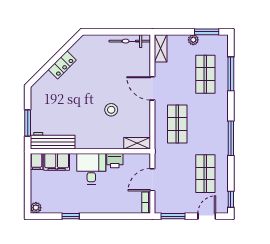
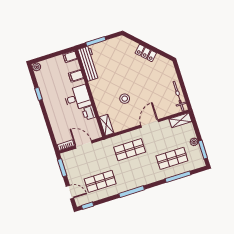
filing cabinet: (57, 162) -> (76, 76), width x0.50

